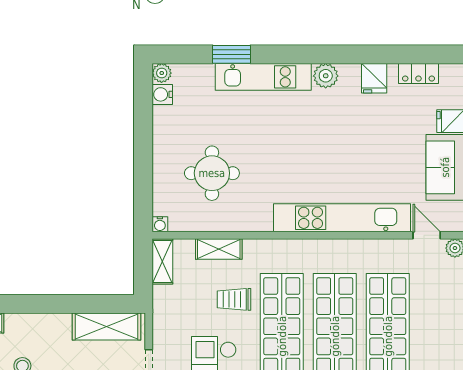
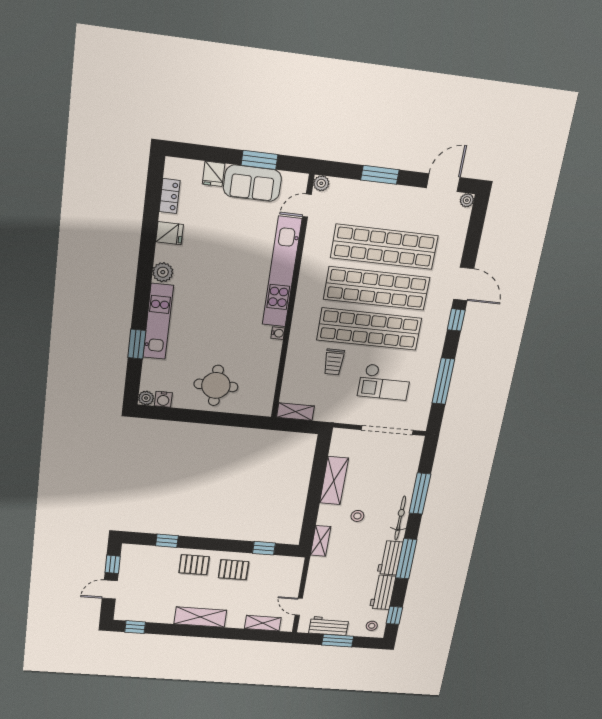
round table: (212, 173) -> (216, 385), moved
water cooler: (160, 224) -> (278, 333), moved
shelving: (219, 249) -> (292, 369), removed
shelving: (106, 326) -> (334, 481), moved

